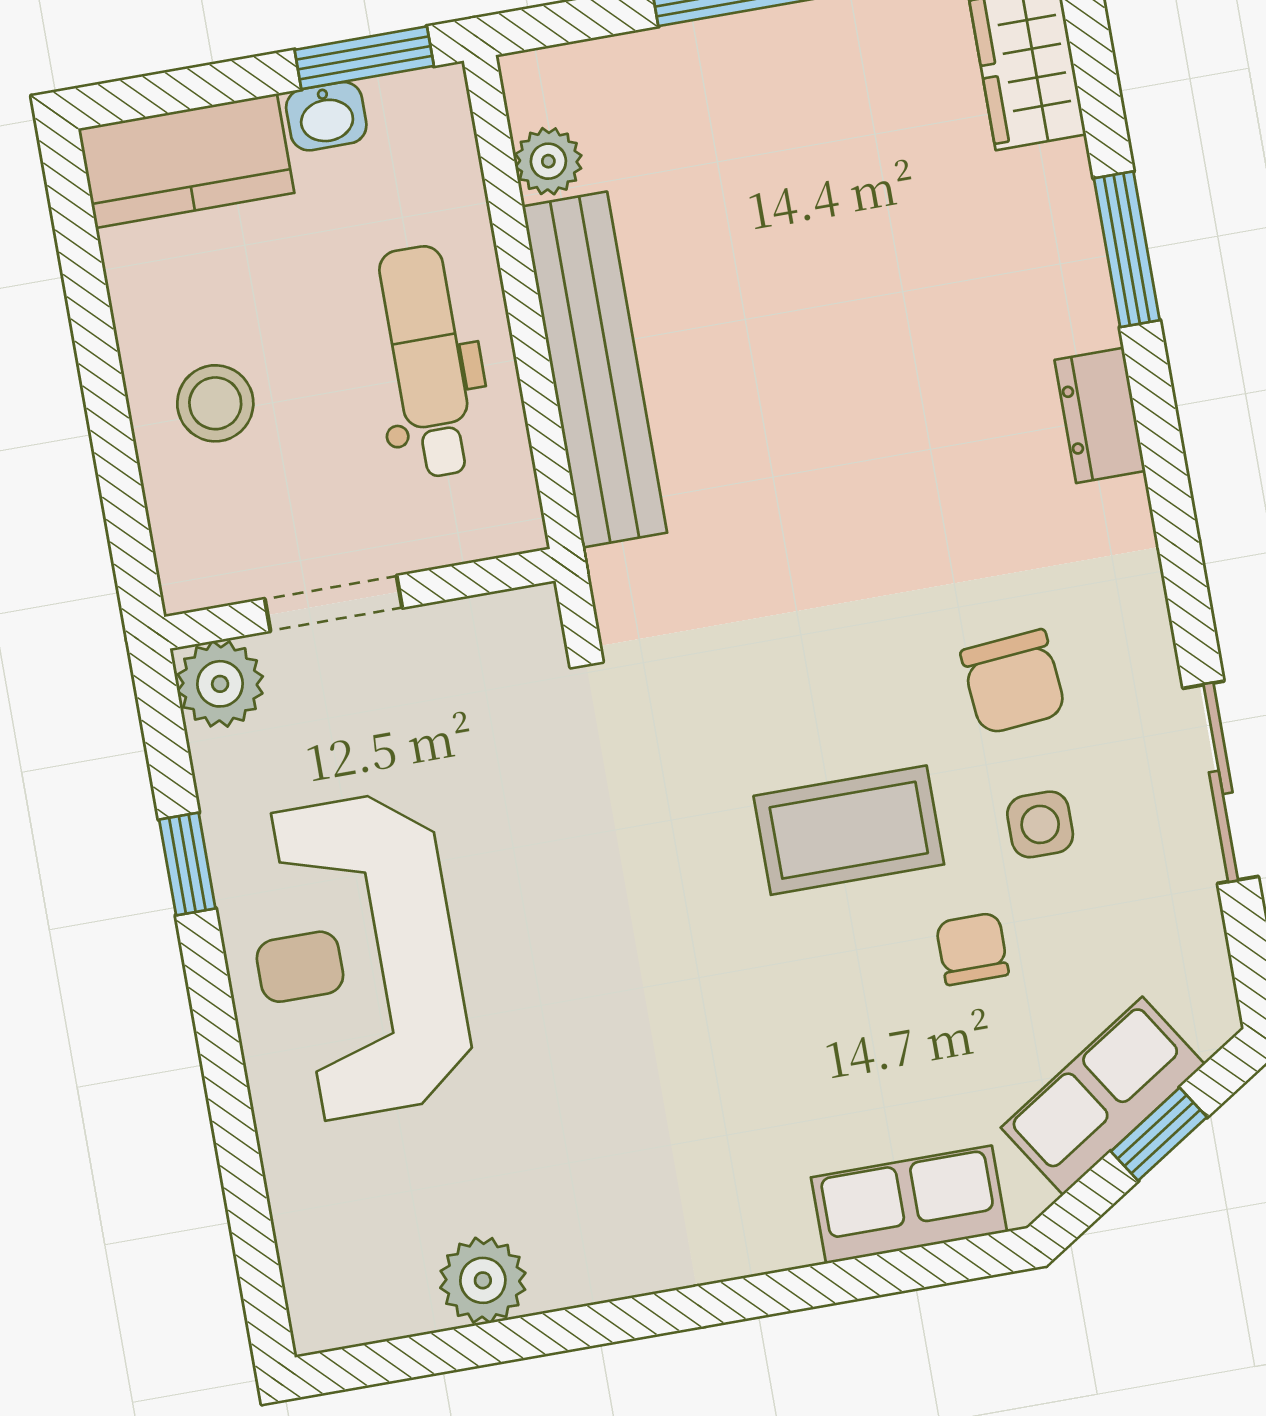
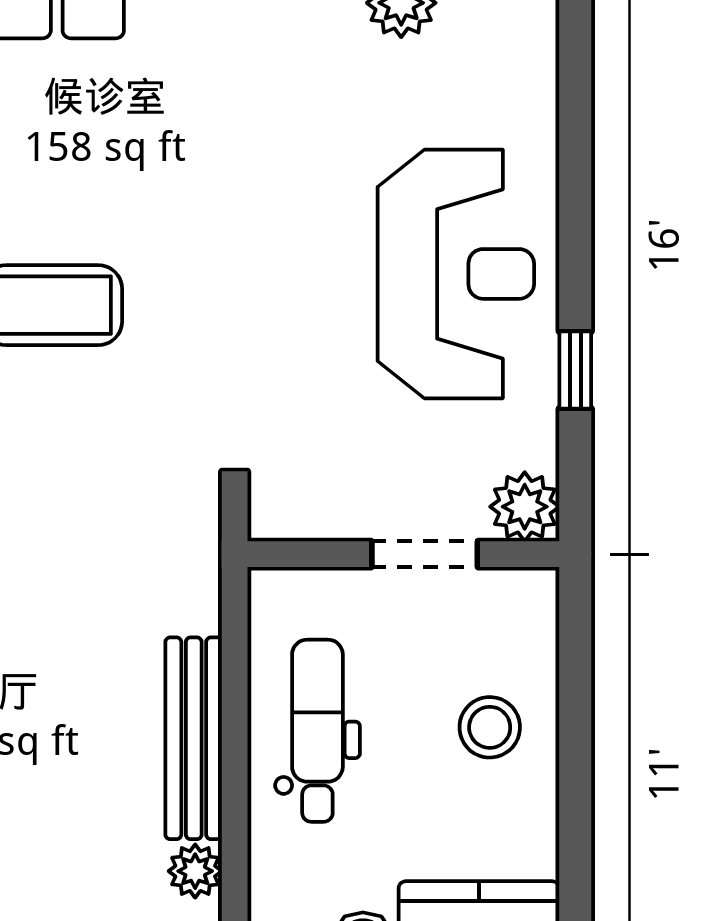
dental chair: (428, 362) -> (317, 731), turned 180
bench: (595, 370) -> (194, 738), width x0.73, depth x0.82

